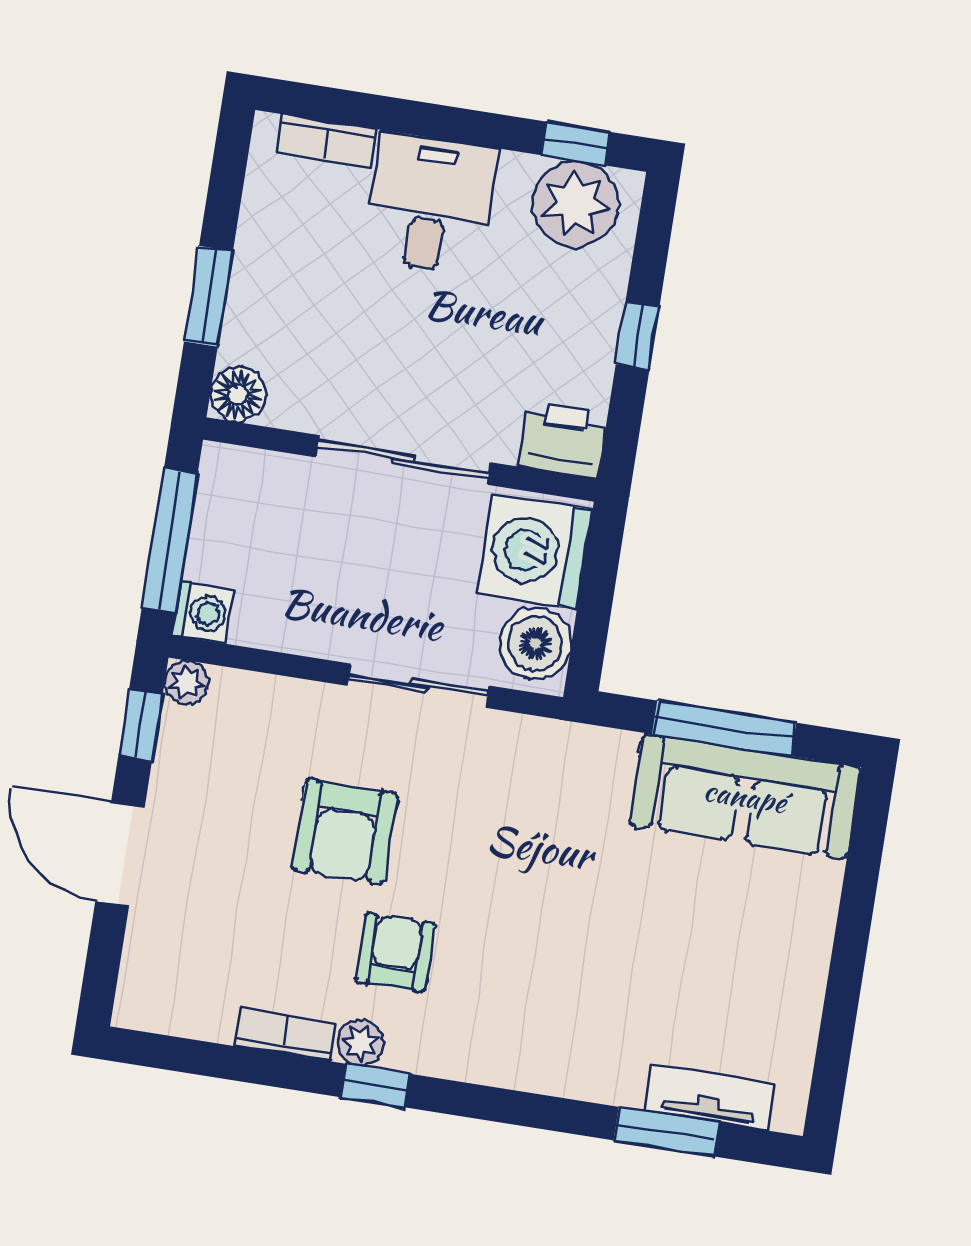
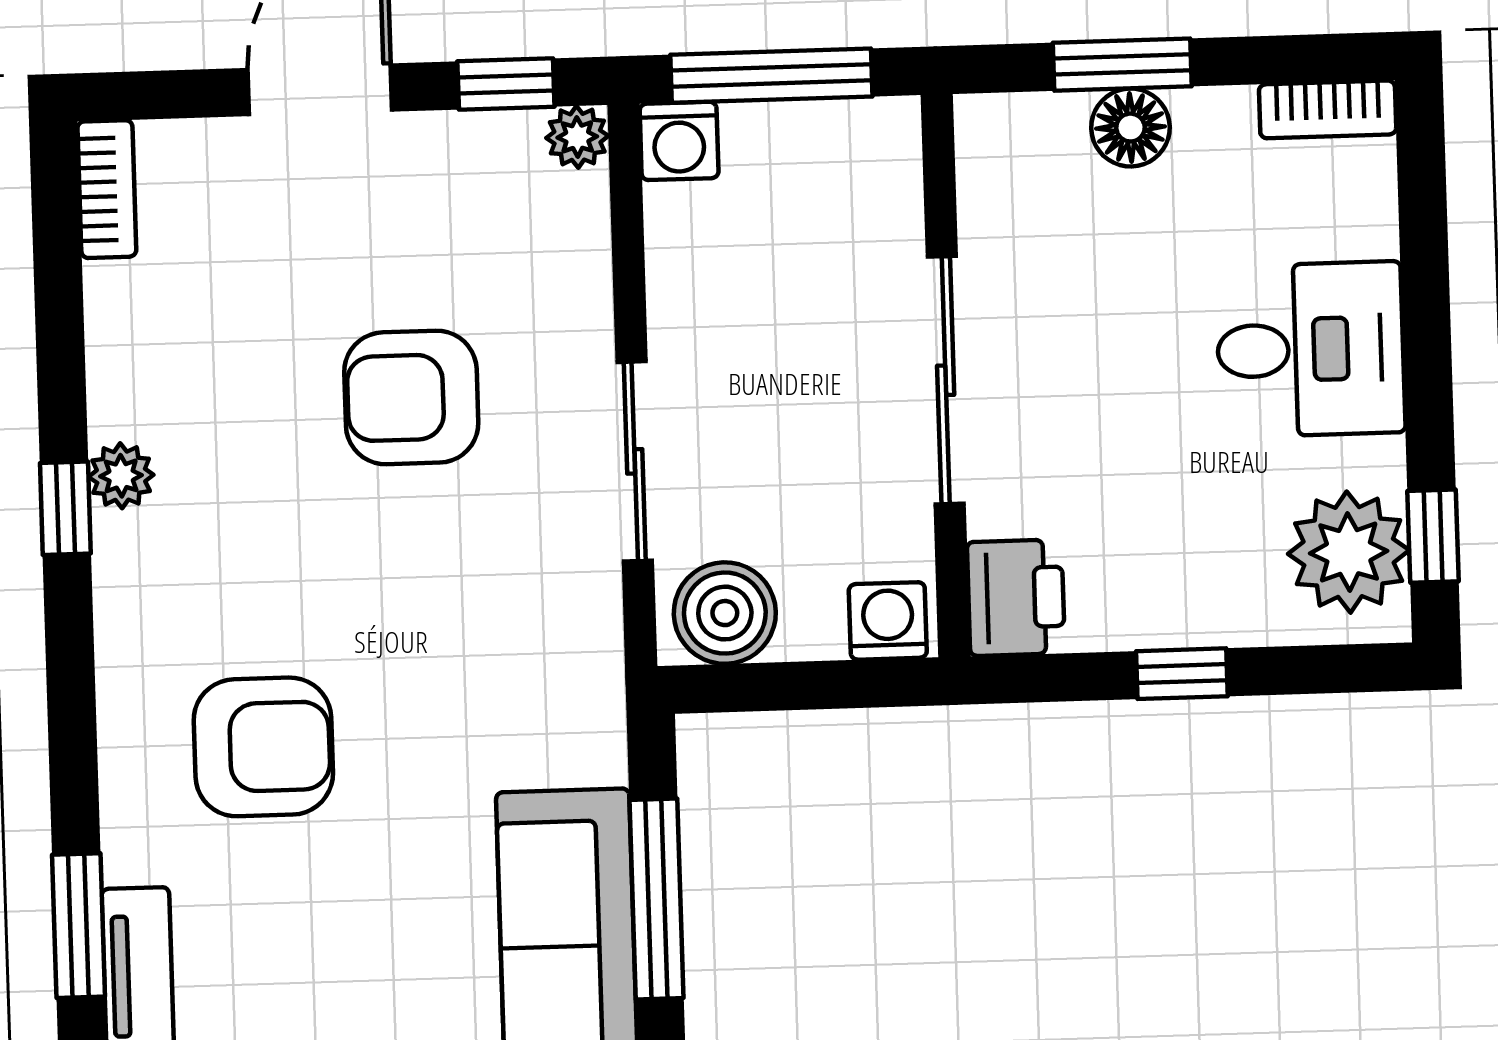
bookcase: (326, 141) -> (1328, 109), moved, turned -90
floor lamp: (238, 394) -> (1130, 128), moved
washing machine: (535, 551) -> (888, 621), width x0.53, depth x0.53
armchair: (395, 952) -> (263, 747), moved, width x1.38, depth x1.38
bookcase: (285, 1035) -> (107, 189), moved

